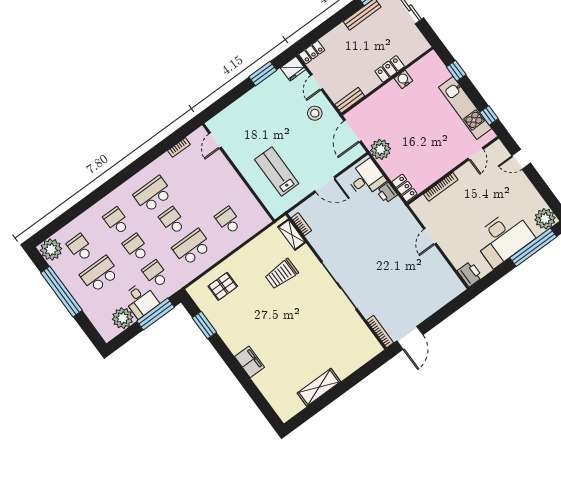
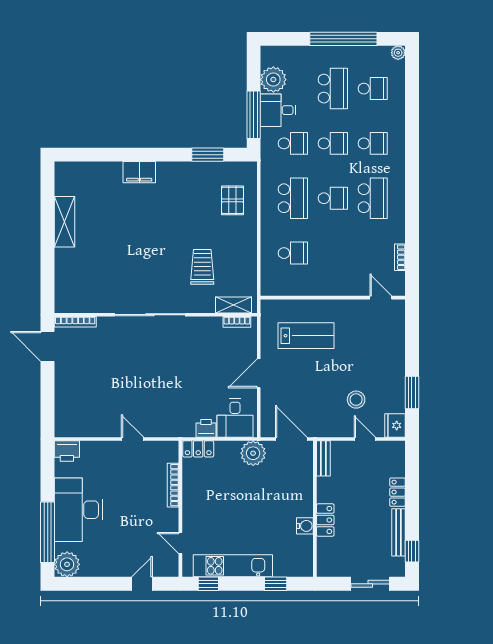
locker: (312, 52) -> (398, 492), moved
stool: (315, 113) -> (356, 400), moved
plant: (51, 249) -> (398, 53), width x0.53, depth x0.53

